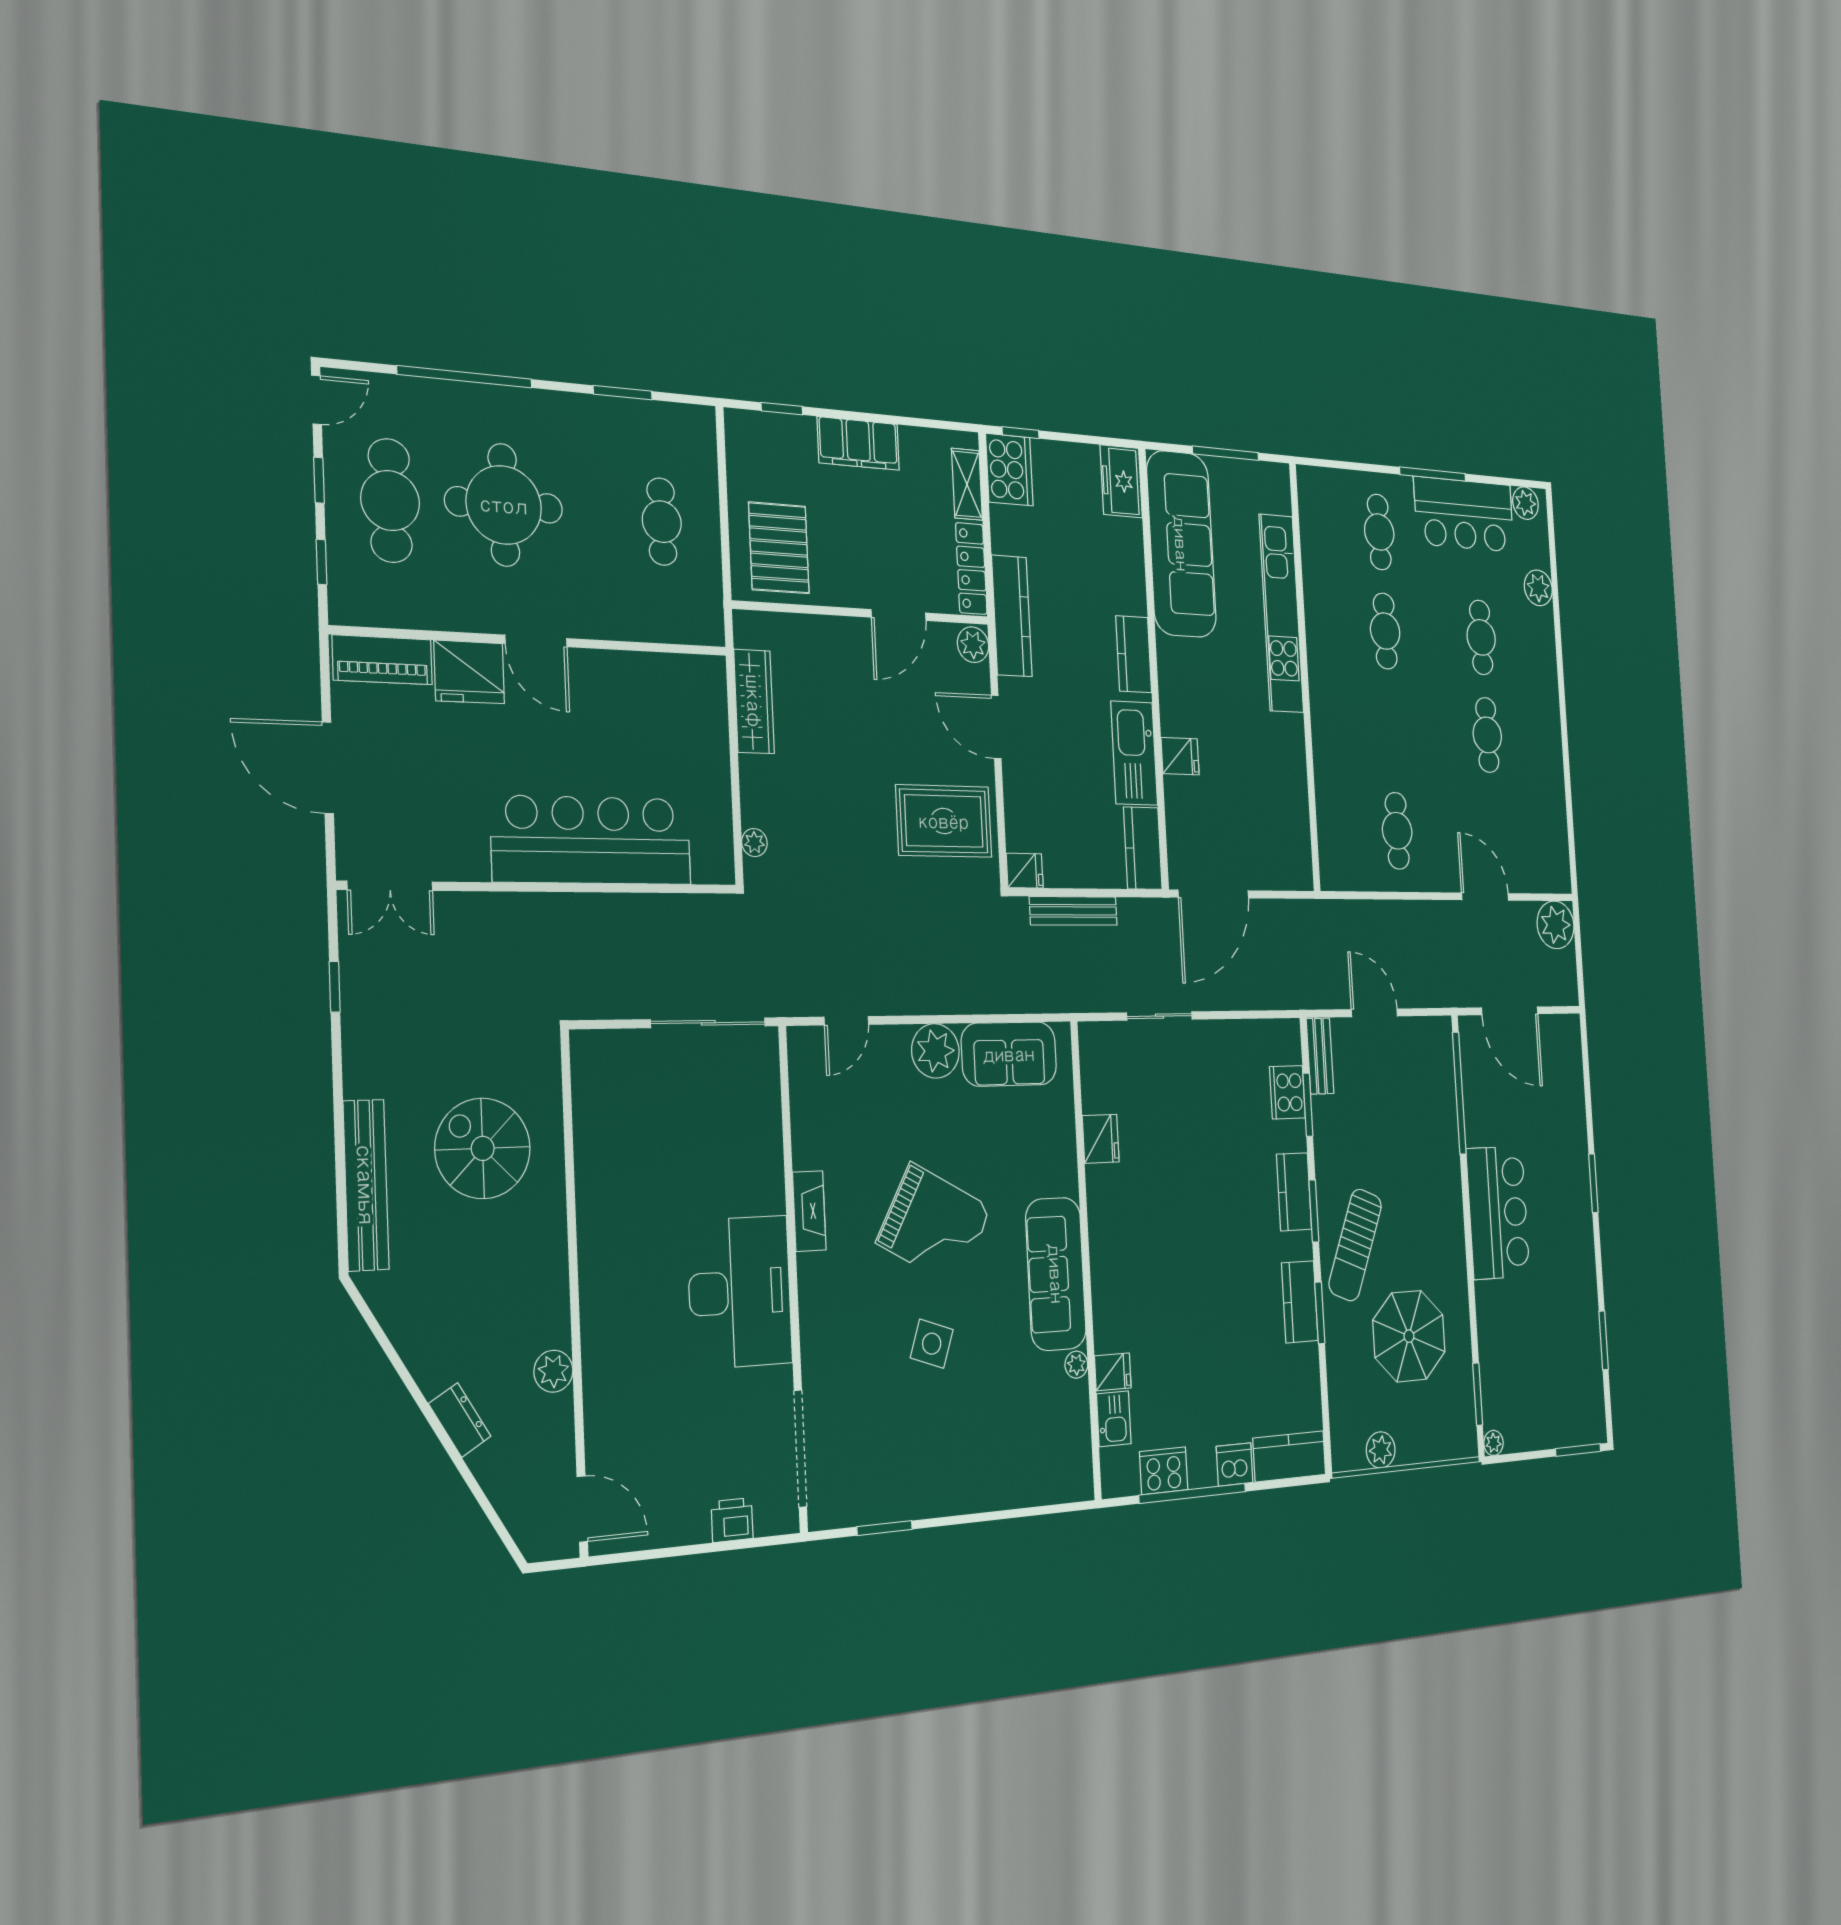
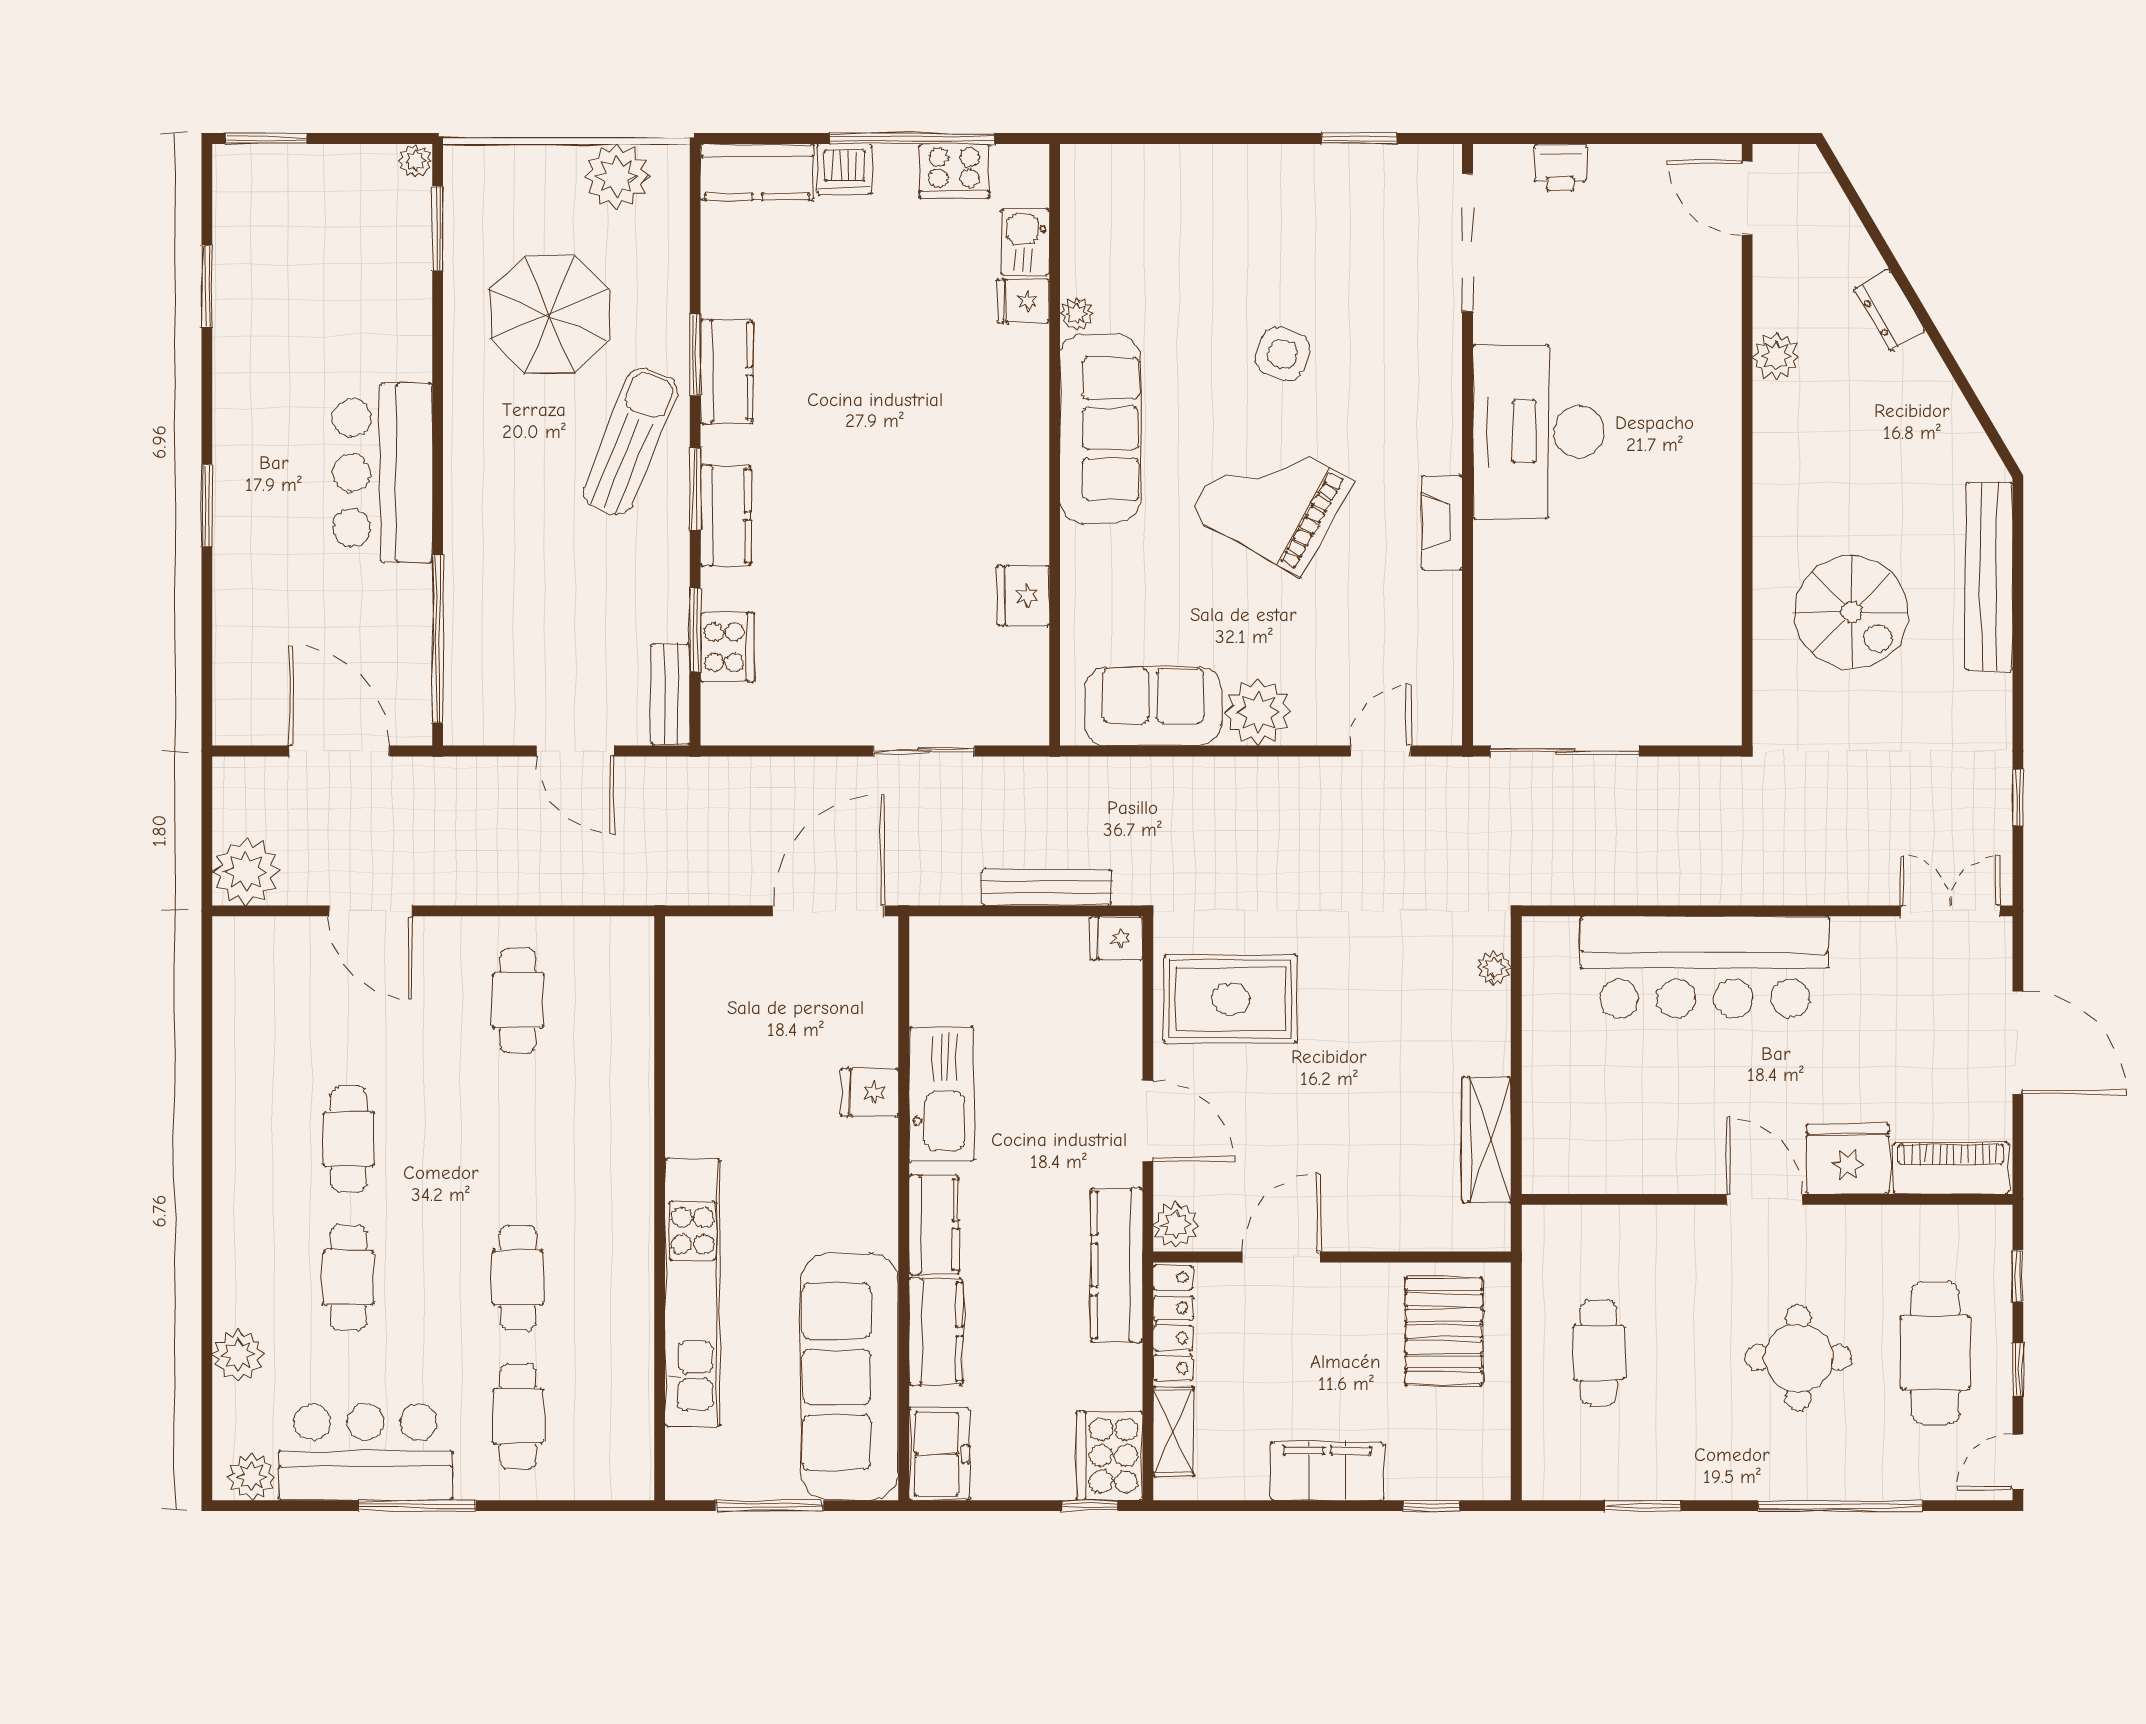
round table: (504, 505) -> (1798, 1358), width x0.73, depth x0.73
kitchen counter: (1143, 848) -> (936, 1331), moved
plant: (1381, 1450) -> (617, 176), width x1.36, depth x1.36

